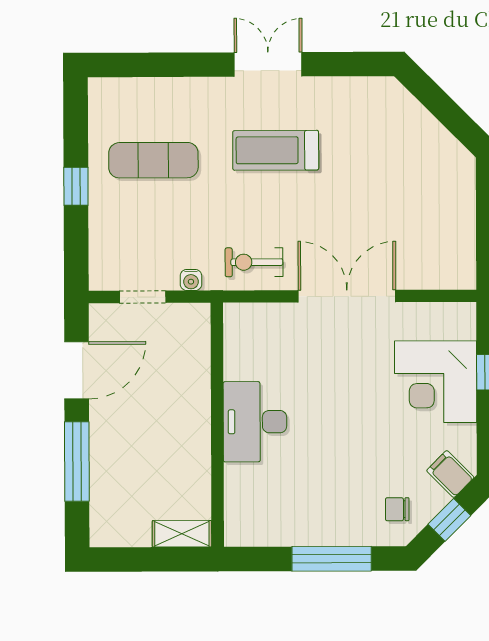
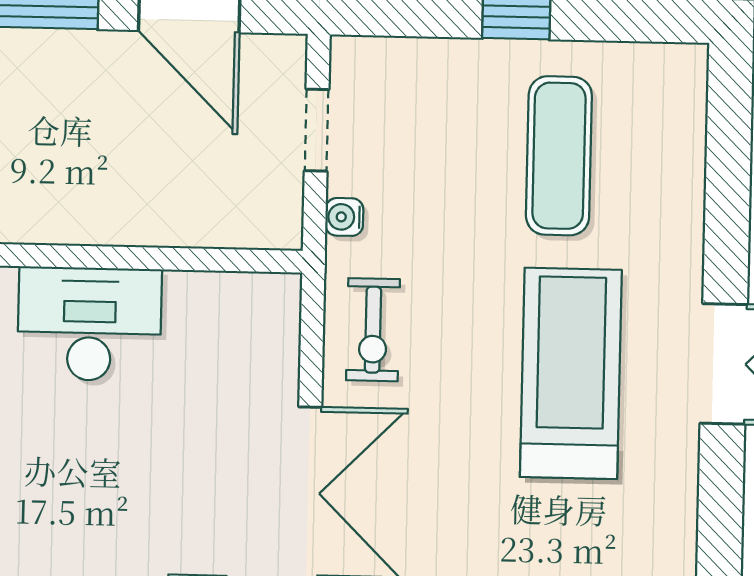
treadmill: (276, 150) -> (571, 373), width x1.37, depth x1.38
exercise bike: (254, 262) -> (373, 330), turned 180

